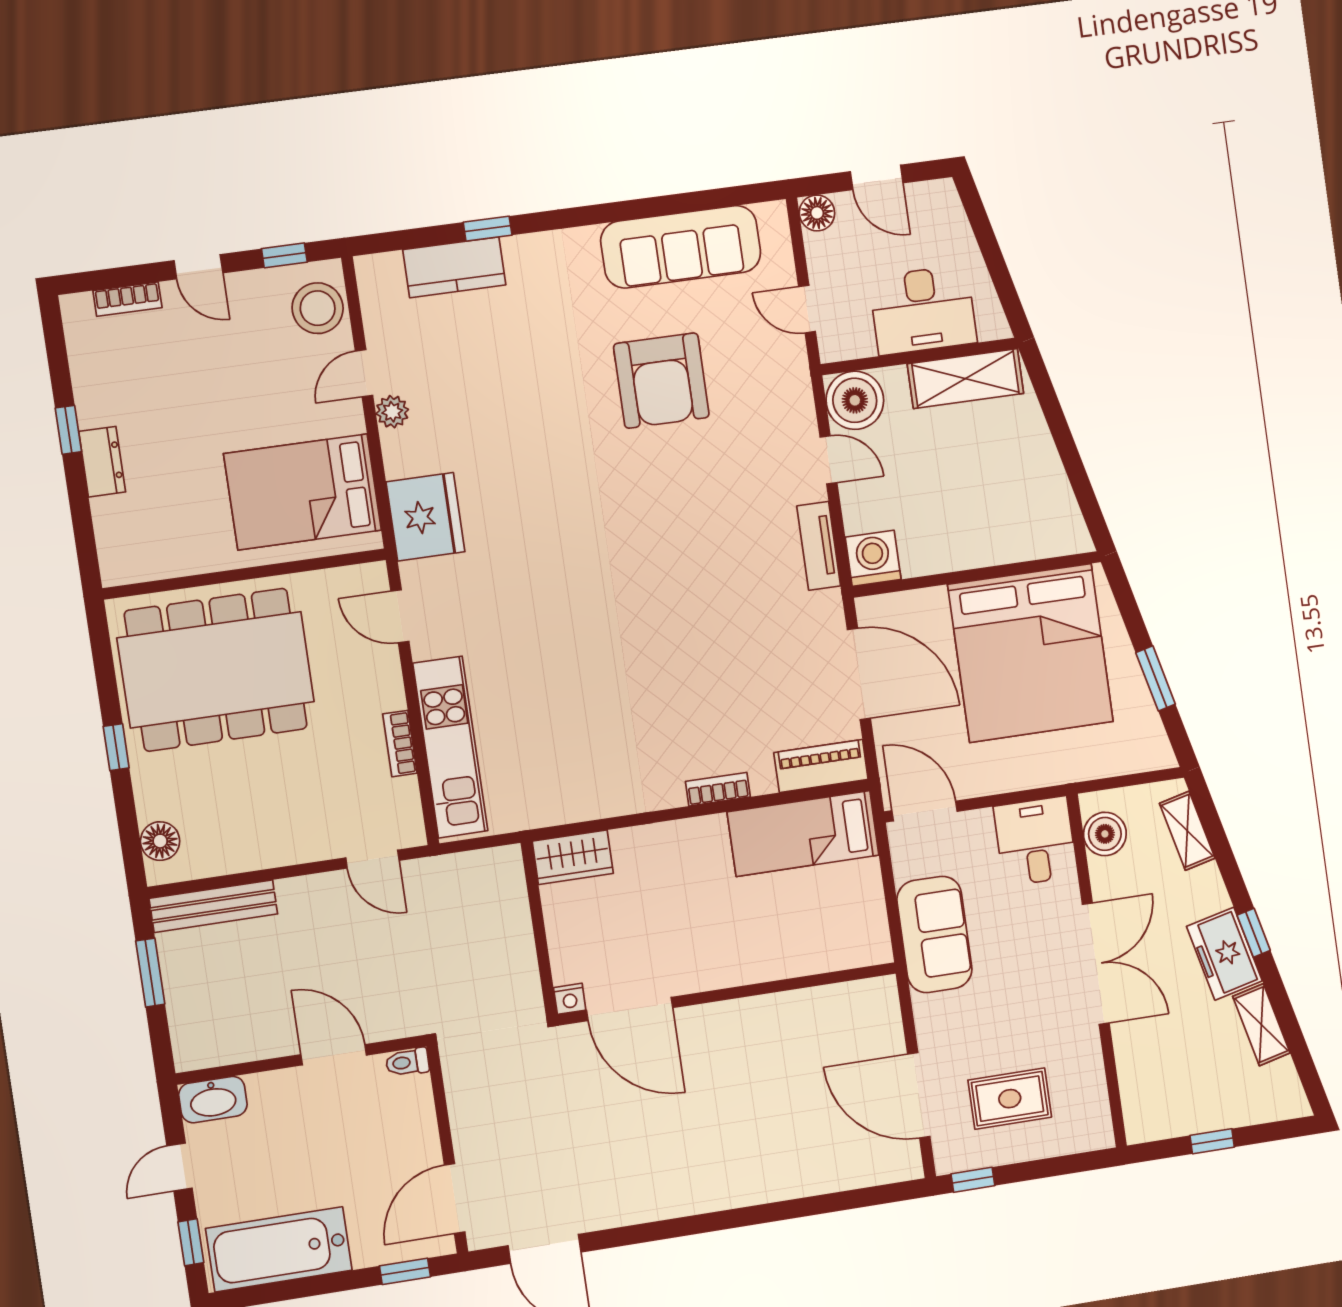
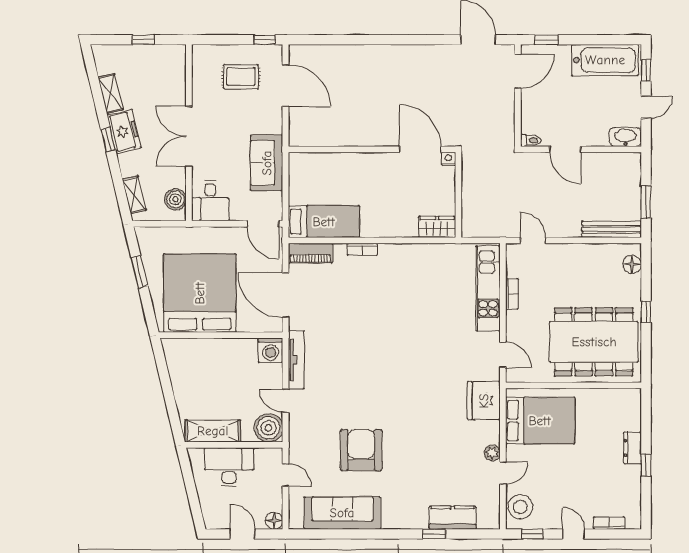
tv unit: (819, 546) -> (296, 360), width x1.41

